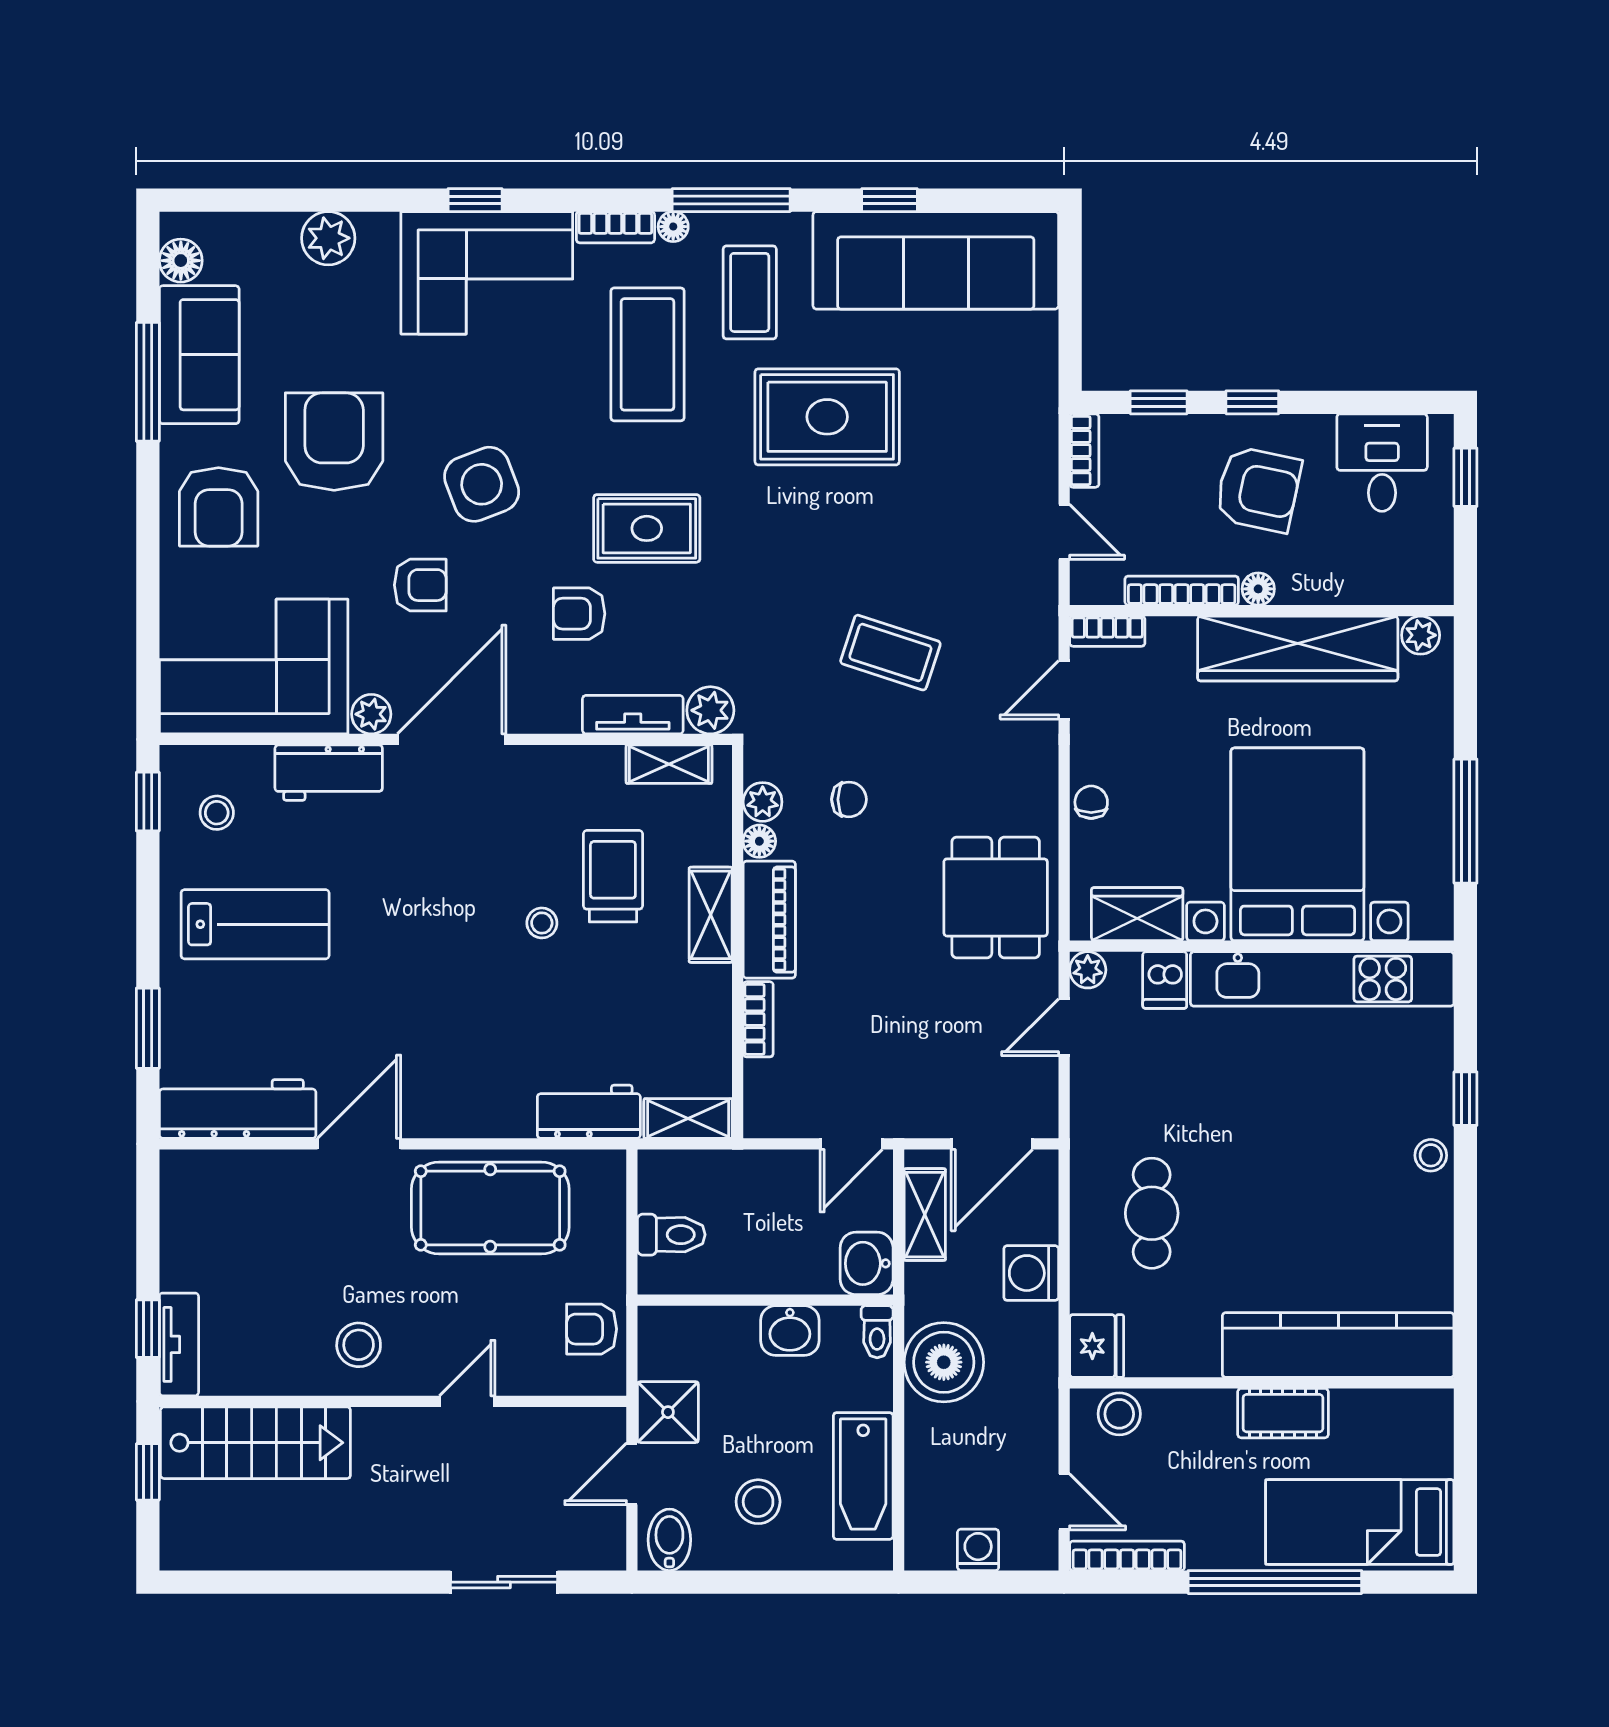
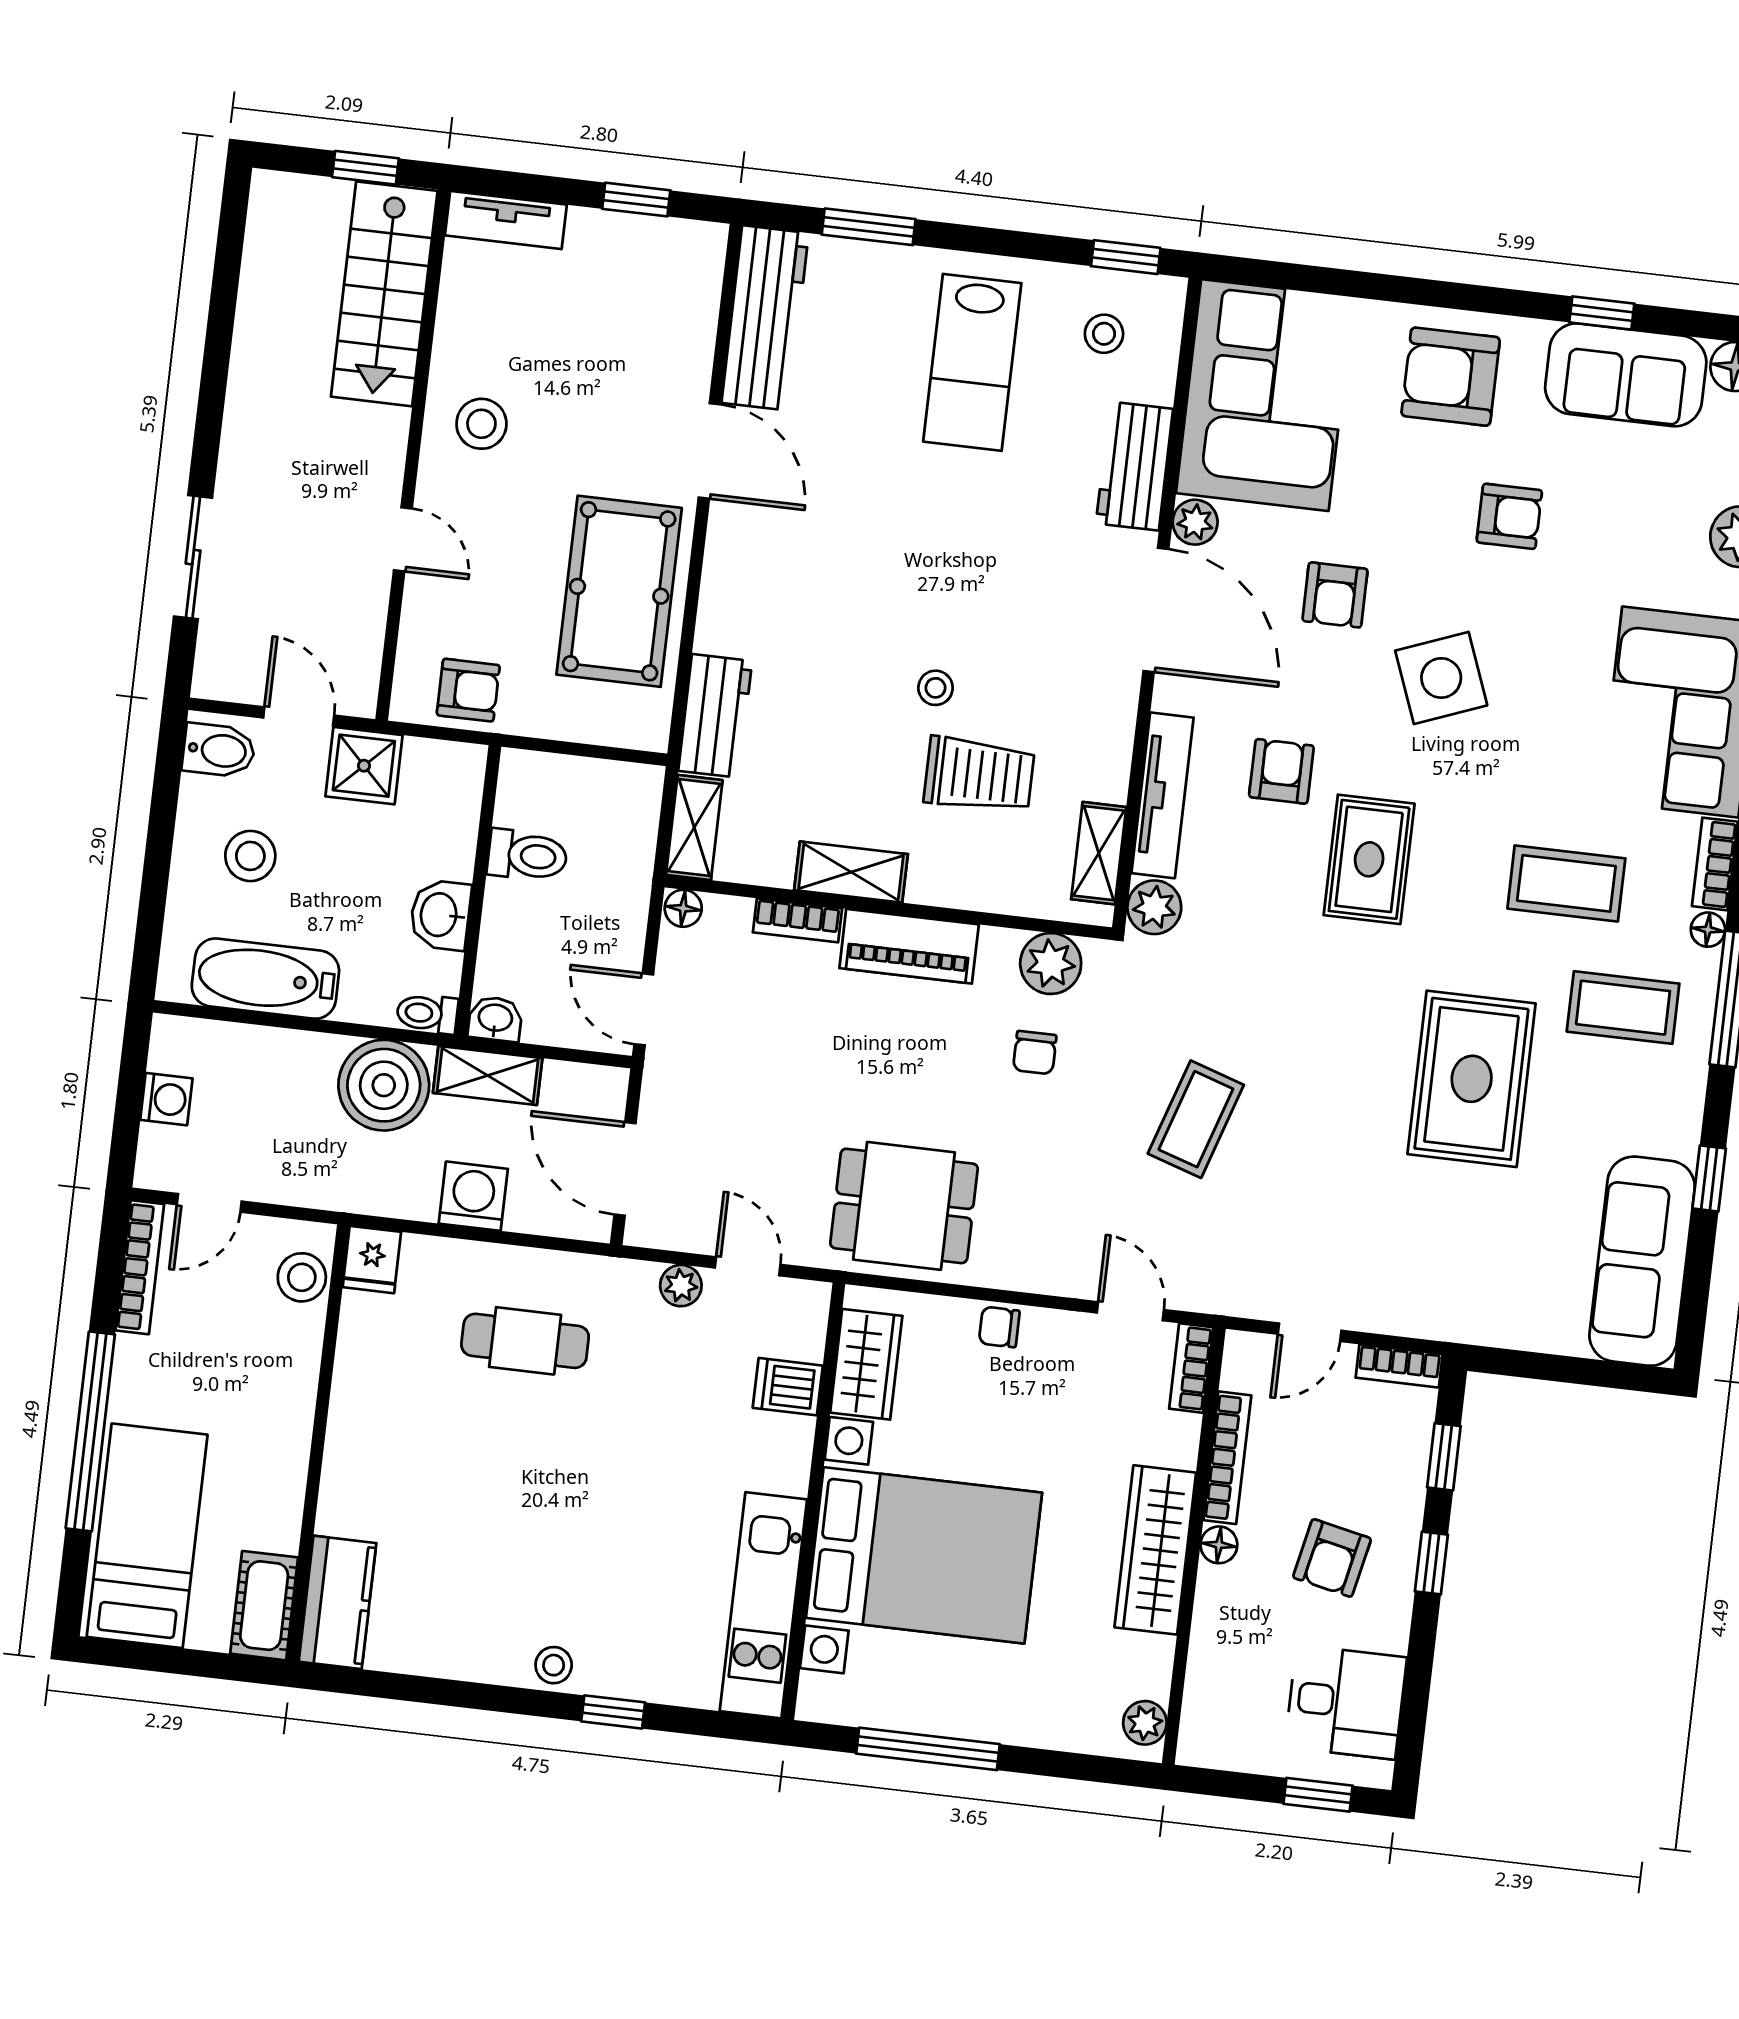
sofa: (936, 260) -> (1642, 1261), width x0.74, depth x0.79
coffee table: (647, 354) -> (1566, 883), width x0.73, depth x0.76
window: (148, 382) -> (1602, 313), width x0.46
armchair: (334, 442) -> (1509, 516), width x0.53, depth x0.53
armchair: (1258, 489) -> (1332, 1558), width x0.72, depth x0.72
wardrobe: (1298, 649) -> (1155, 1550), width x0.71, depth x0.85
tv unit: (633, 715) -> (1162, 795), width x1.41
plant: (763, 802) -> (1051, 964), width x1.38, depth x1.38
chair: (1091, 802) -> (999, 1327), turned 180
floor lamp: (759, 841) -> (683, 908), moved
shelving: (711, 915) -> (851, 872), moved
plant: (1088, 970) -> (681, 1286), moved
kitchen unit: (1322, 979) -> (763, 1605), width x0.73
shelving: (925, 1215) -> (488, 1075), moved
toilet: (671, 1235) -> (527, 856), moved, turned -90
washbasin: (867, 1263) -> (495, 1019), width x0.72, depth x0.69
window: (148, 1329) -> (636, 200), moved
armchair: (592, 1329) -> (468, 690), turned 90
kitchen counter: (1338, 1345) -> (337, 1602), width x0.48, depth x0.86
fridge: (1097, 1346) -> (372, 1260), width x0.72
cot: (1283, 1413) -> (264, 1606), moved

